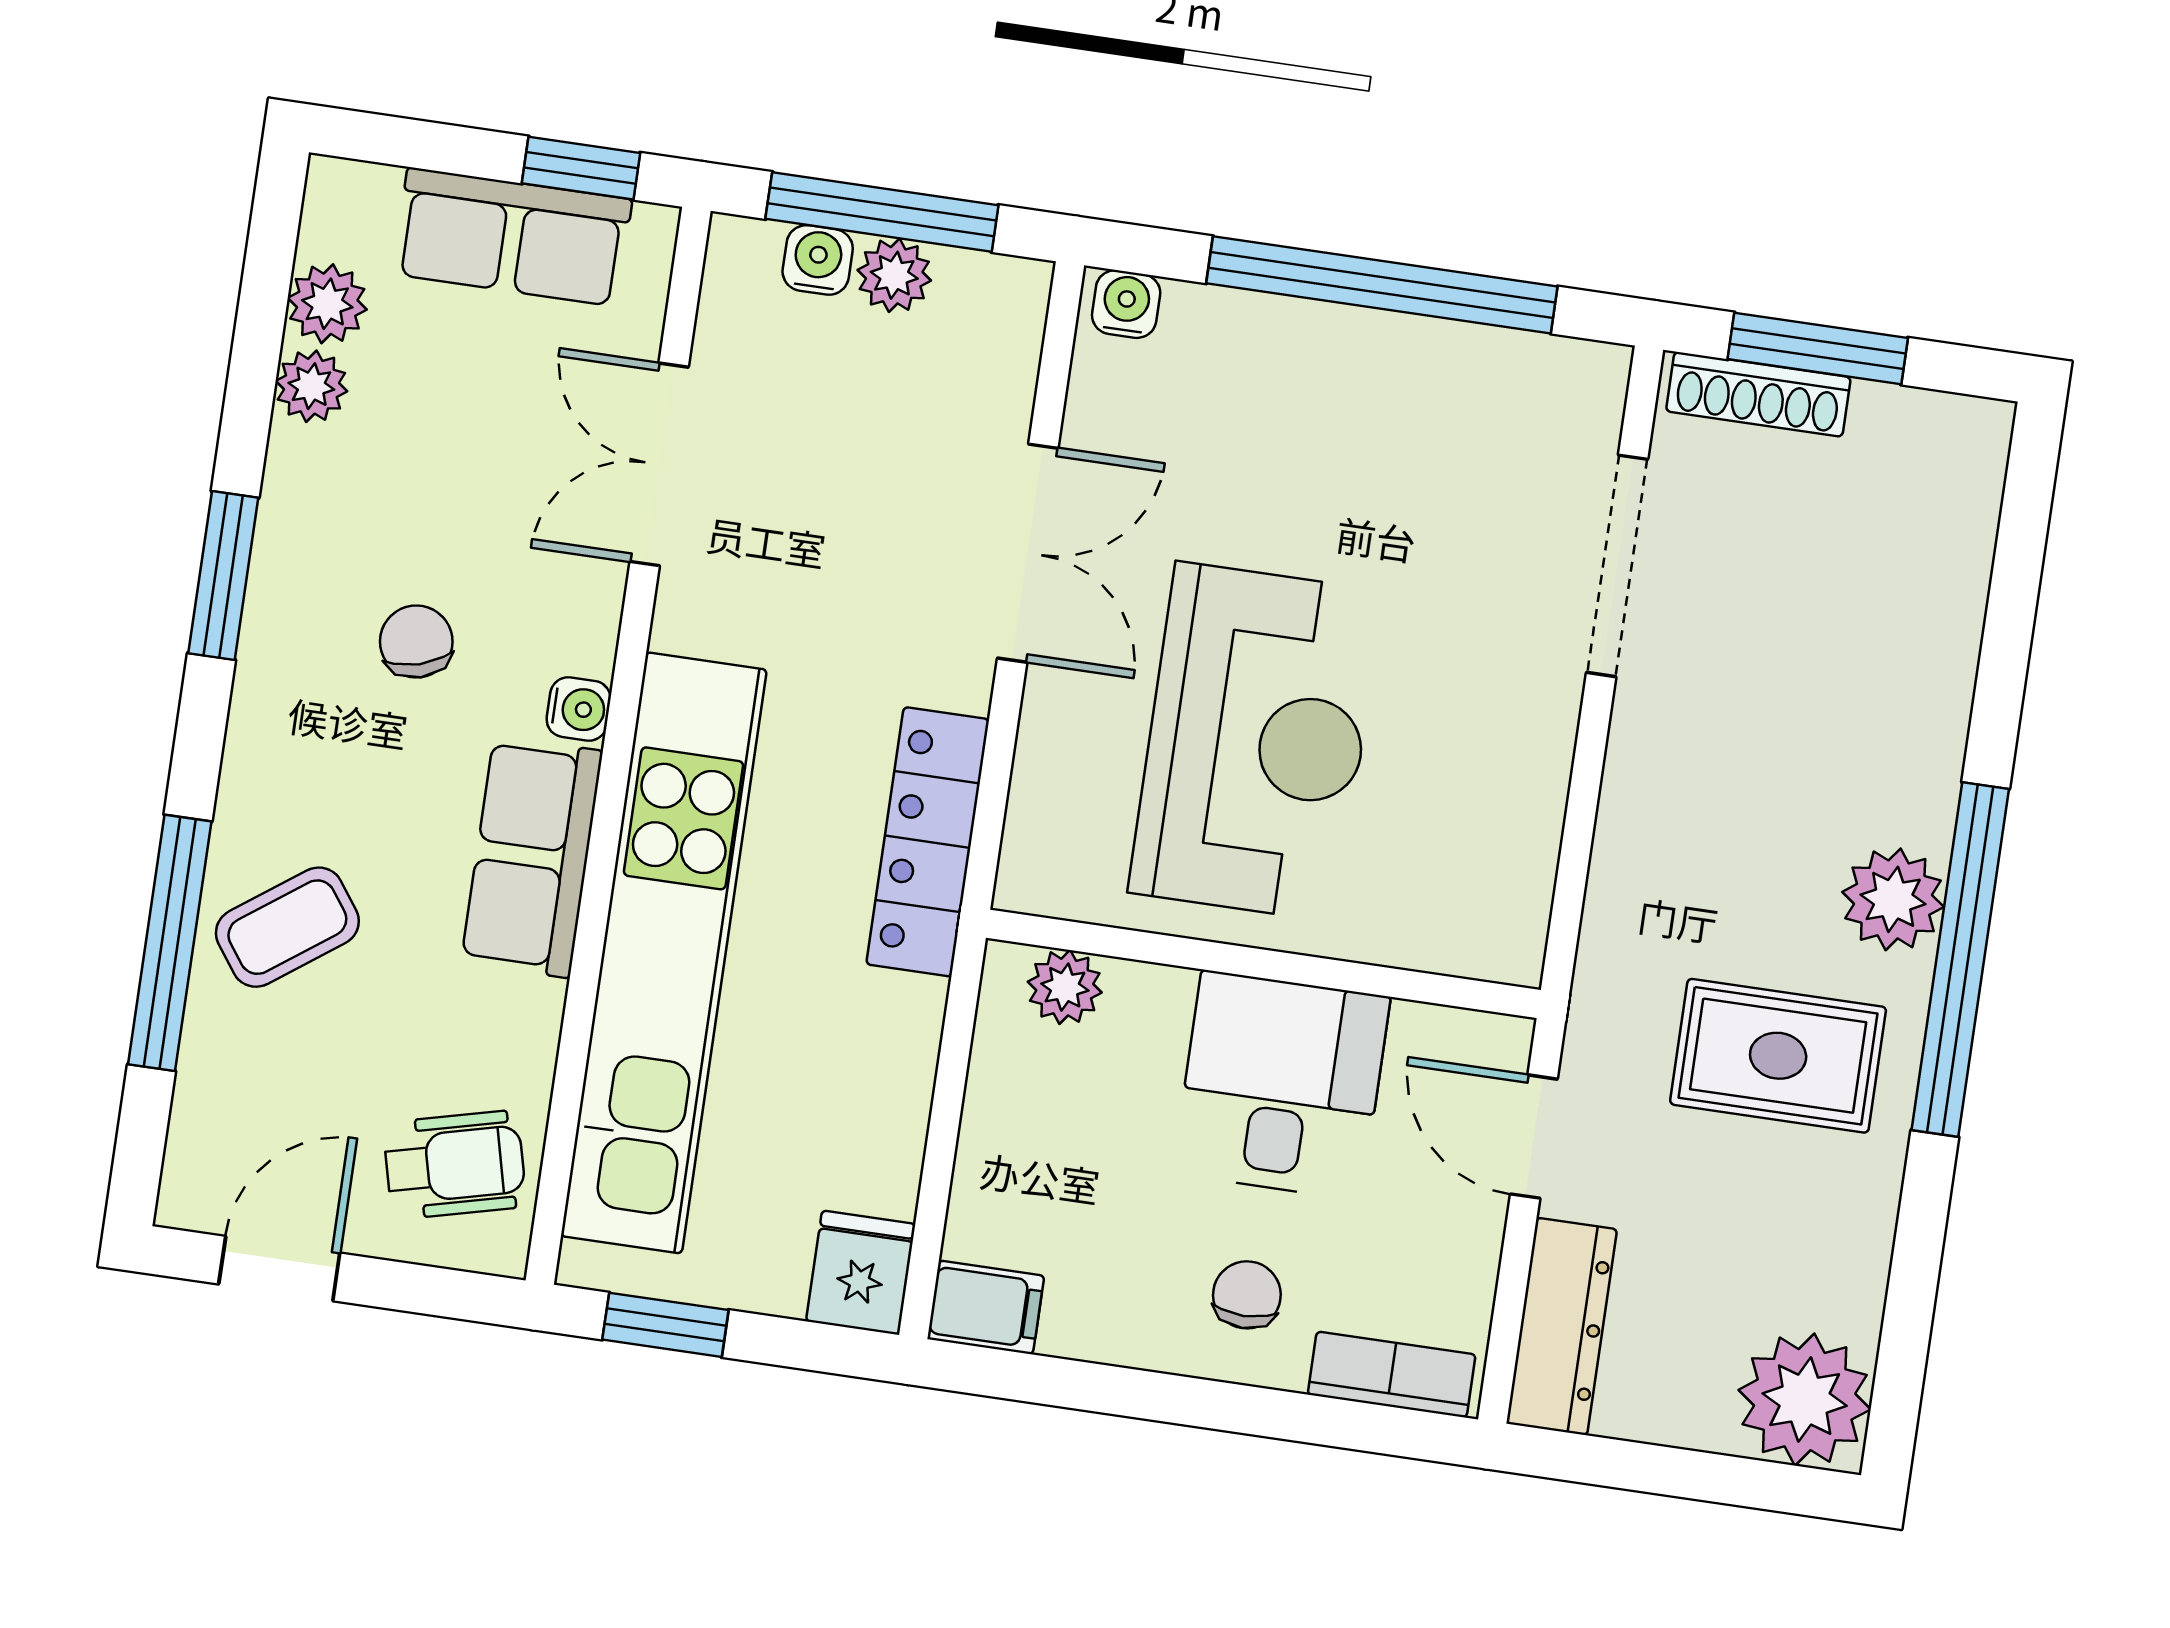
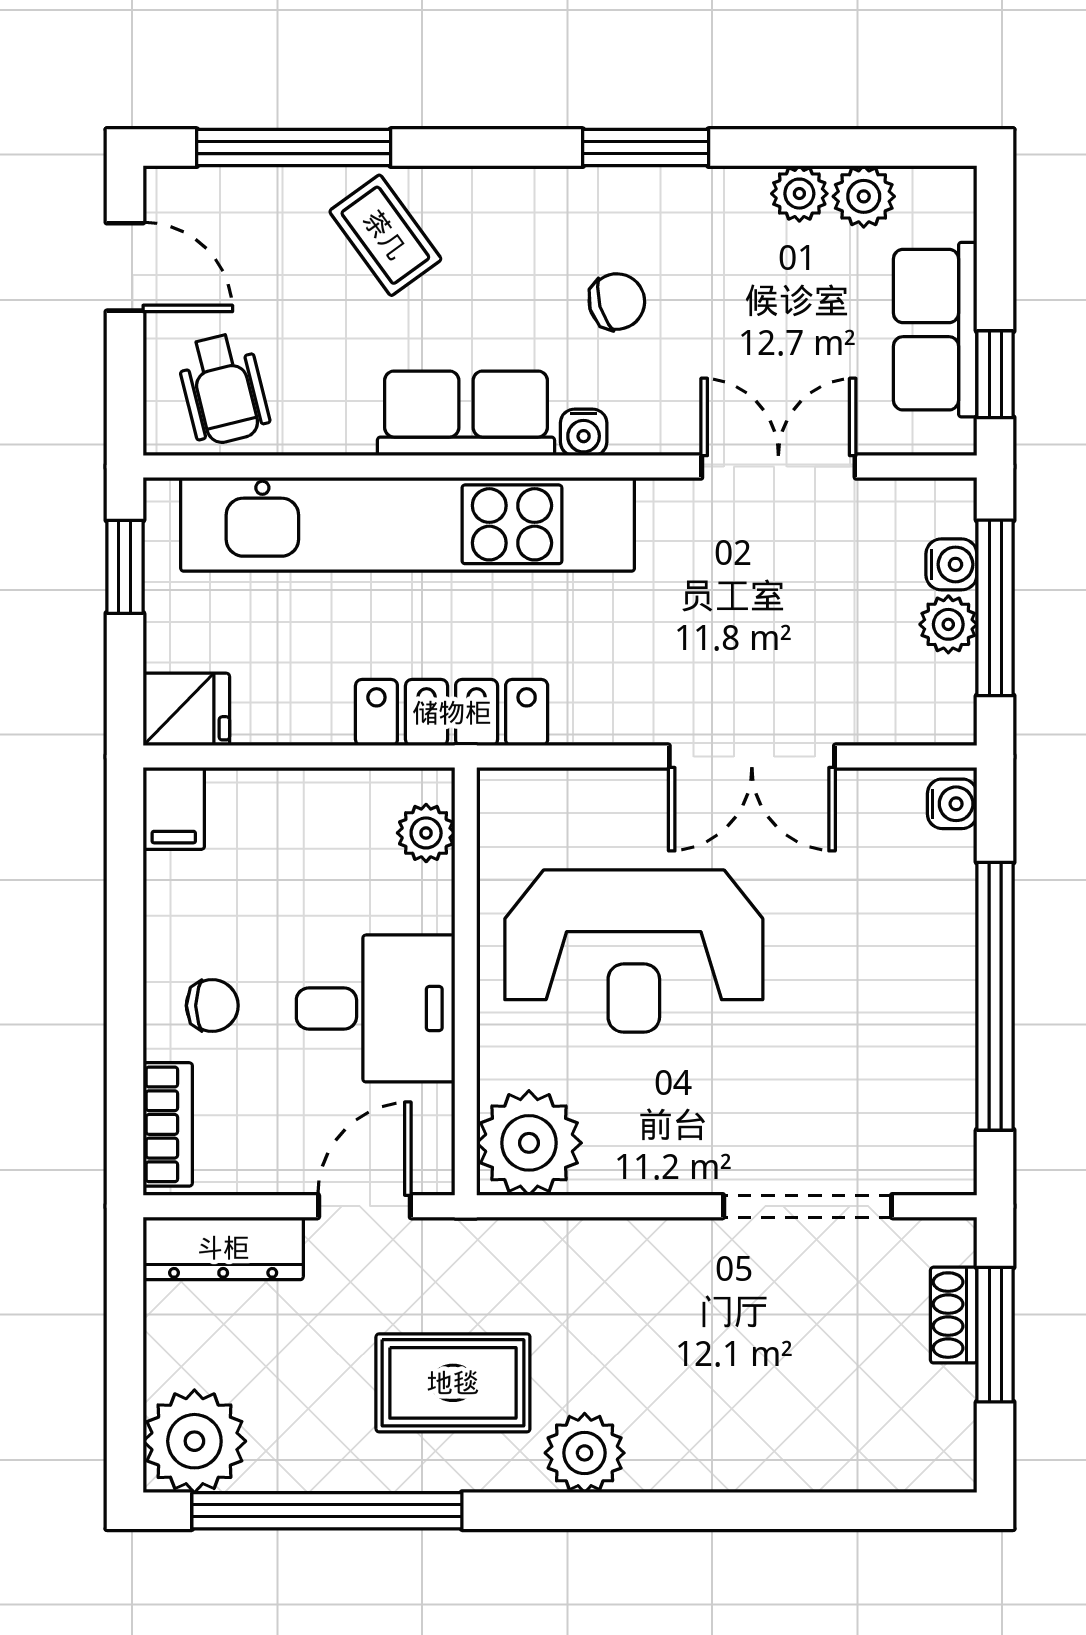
shoe rack: (1758, 394) -> (954, 1315), width x0.70
locker: (928, 842) -> (452, 713), moved
plant: (1483, 913) -> (529, 1143), added
window: (170, 943) -> (294, 148), moved
window: (1960, 960) -> (327, 1511), moved
rug: (1778, 1056) -> (453, 1383), turned 90

